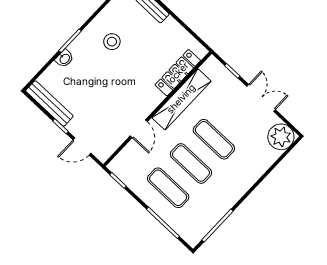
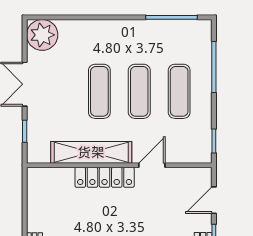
locker: (178, 73) -> (105, 177), moved
door: (82, 147) -> (214, 200), swing flipped

